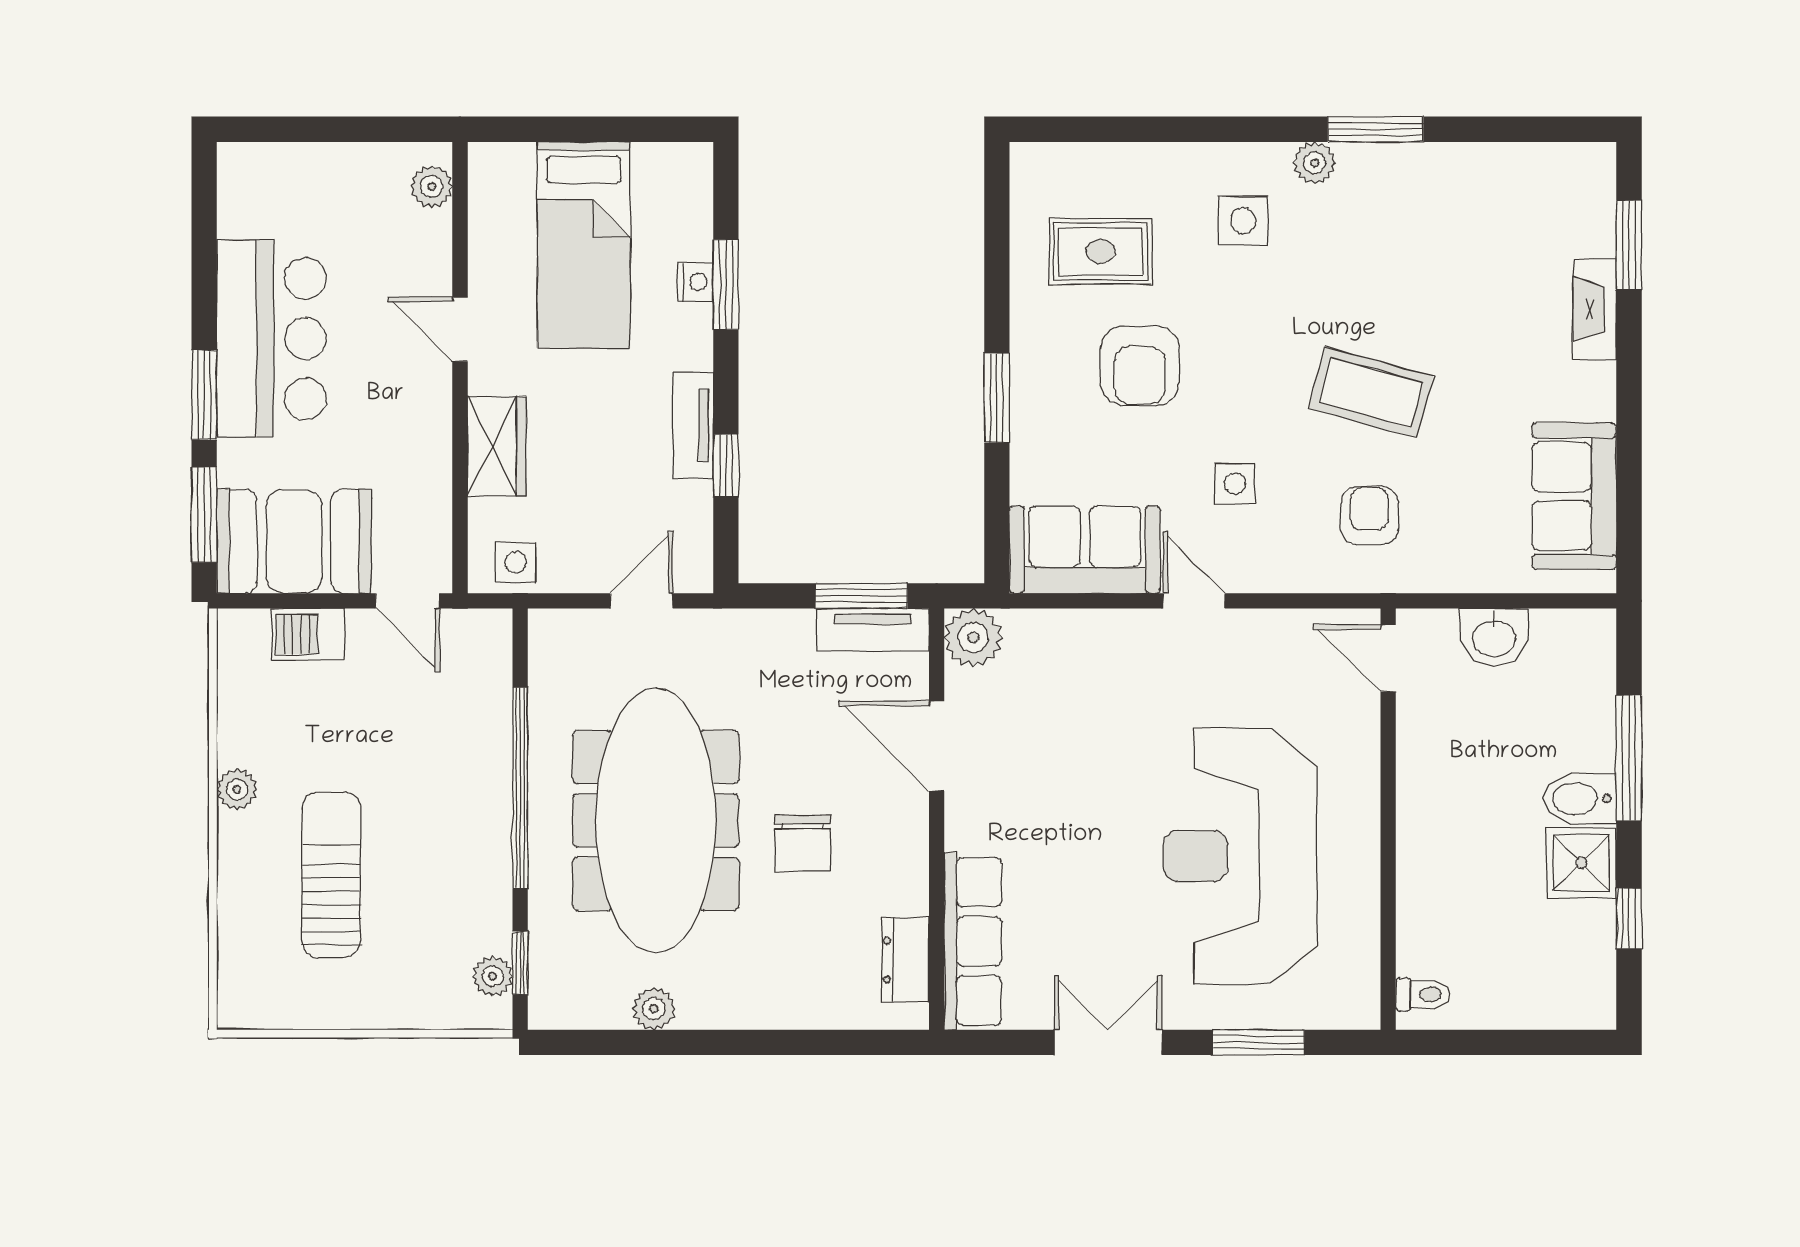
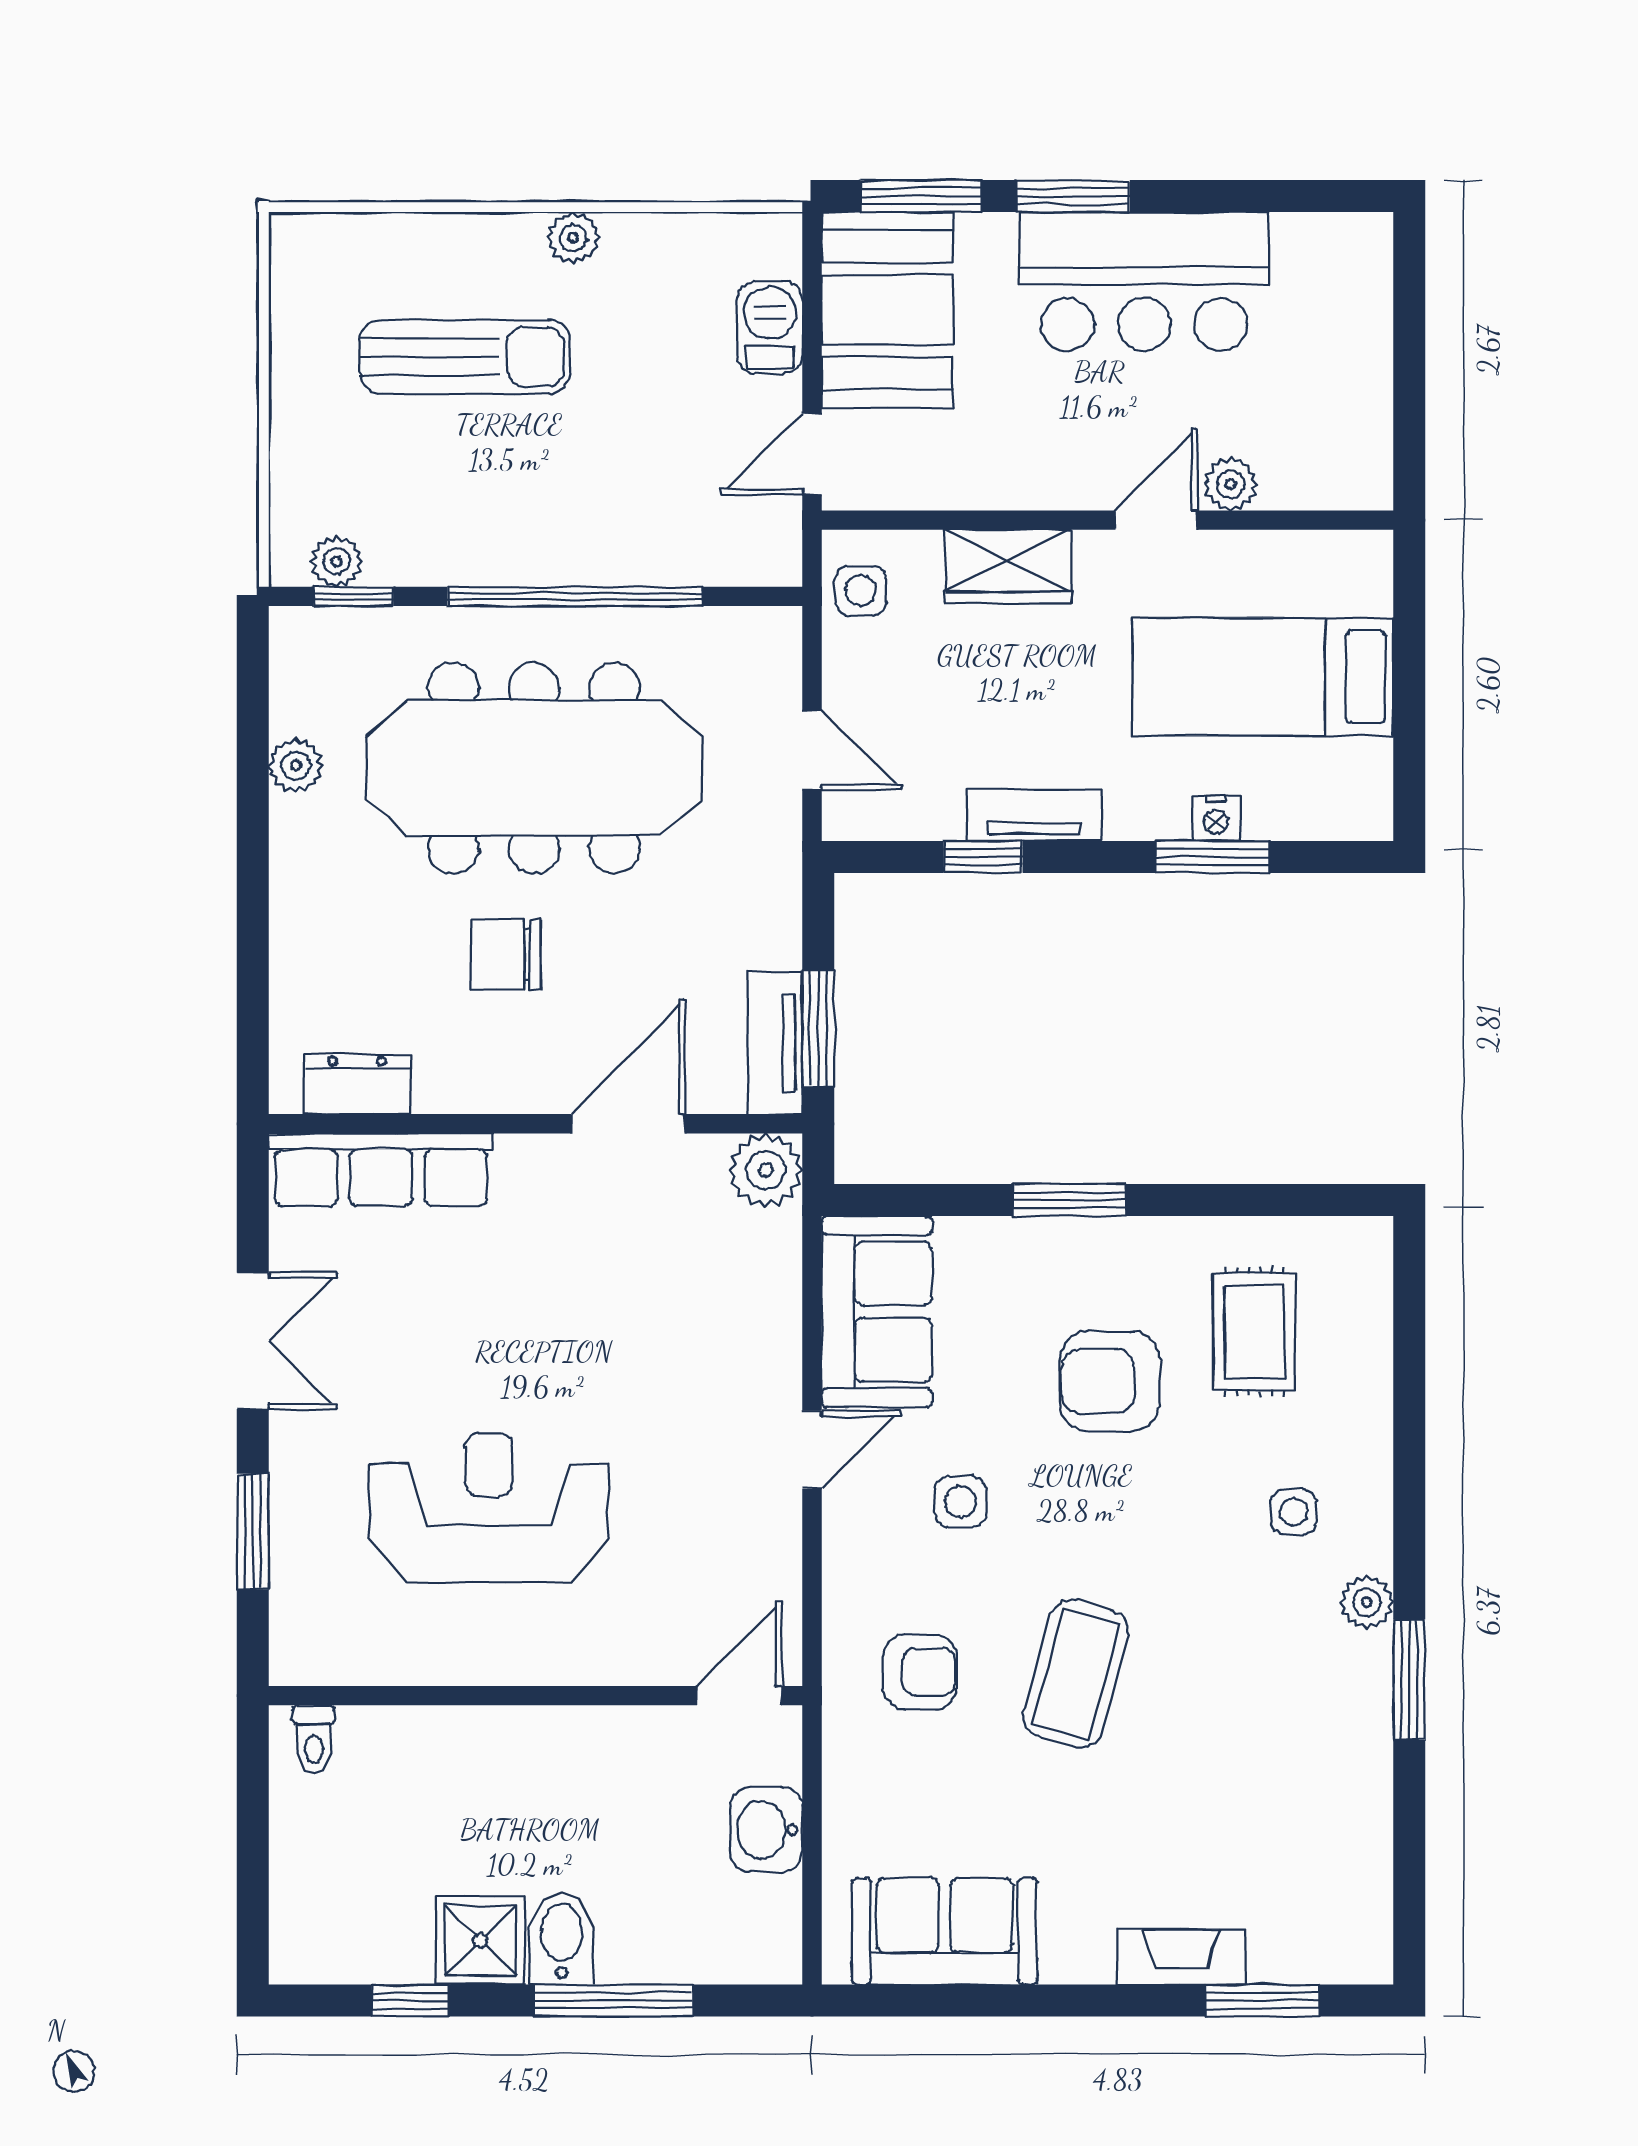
plant: (432, 186) -> (1231, 484), moved
side table: (1243, 221) -> (1293, 1512), width x0.73, depth x0.73
reception desk: (1240, 856) -> (489, 1508), width x0.74, depth x0.77

